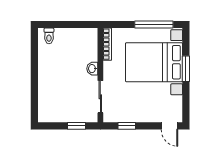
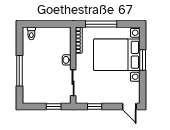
window: (154, 24) -> (101, 24), moved
window: (34, 82) -> (19, 71), added

